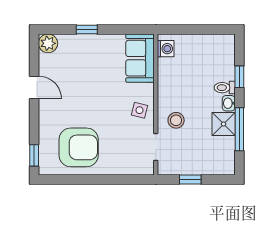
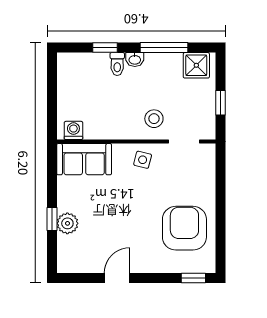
plant: (48, 43) -> (67, 223), moved
shower: (224, 124) -> (196, 65), moved

